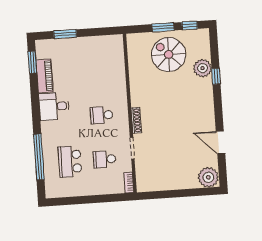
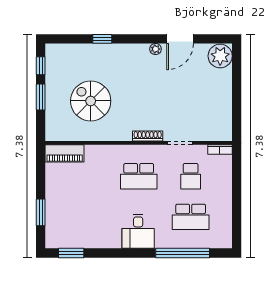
spiral stairs: (169, 55) -> (91, 101), moved, turned 90
plant: (203, 68) -> (156, 49), moved, width x0.53, depth x0.53
piano: (45, 76) -> (65, 153), moved, turned 180
desk: (54, 106) -> (138, 231), moved
school desk: (101, 115) -> (139, 176), width x1.85

